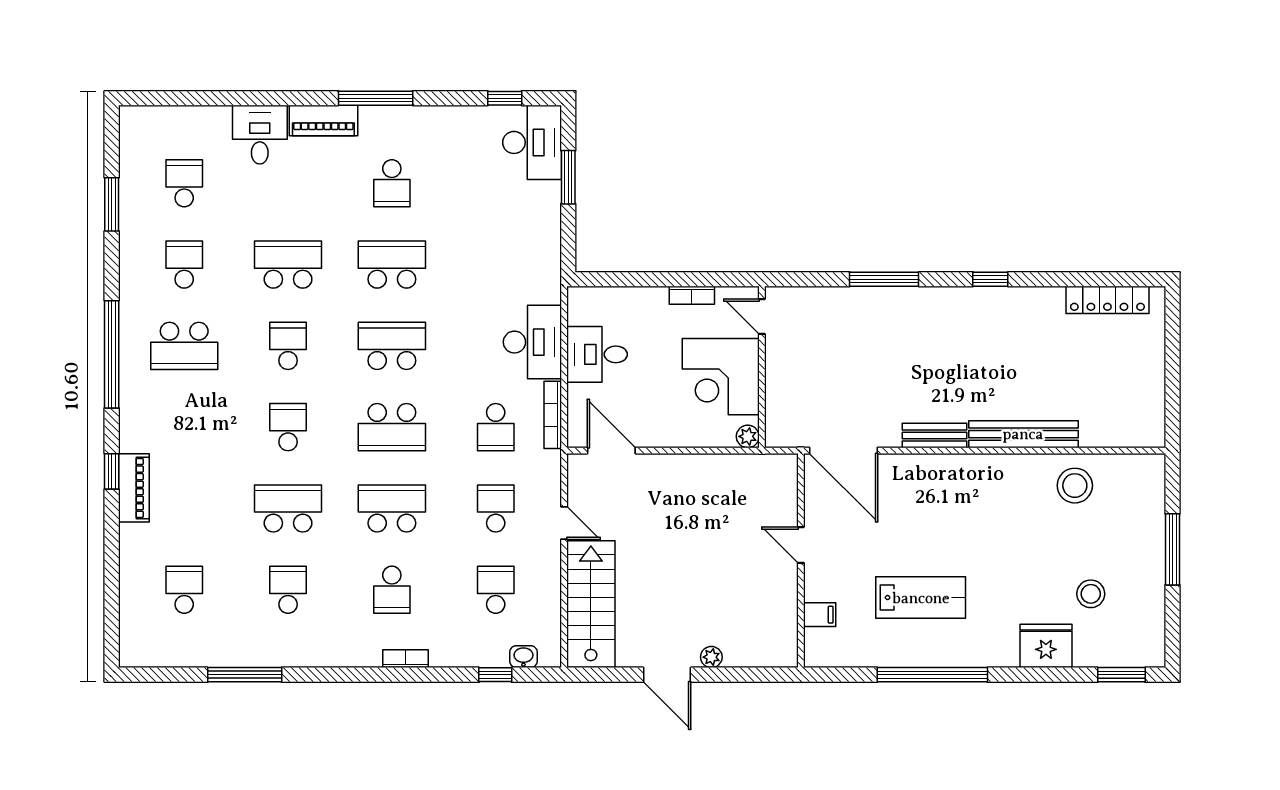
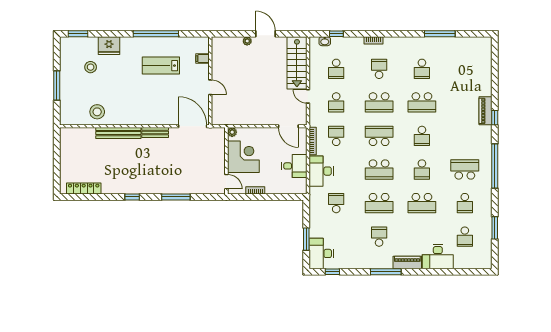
desk: (260, 135) -> (438, 257), width x1.37
school desk: (184, 590) -> (336, 203), moved, turned 180

